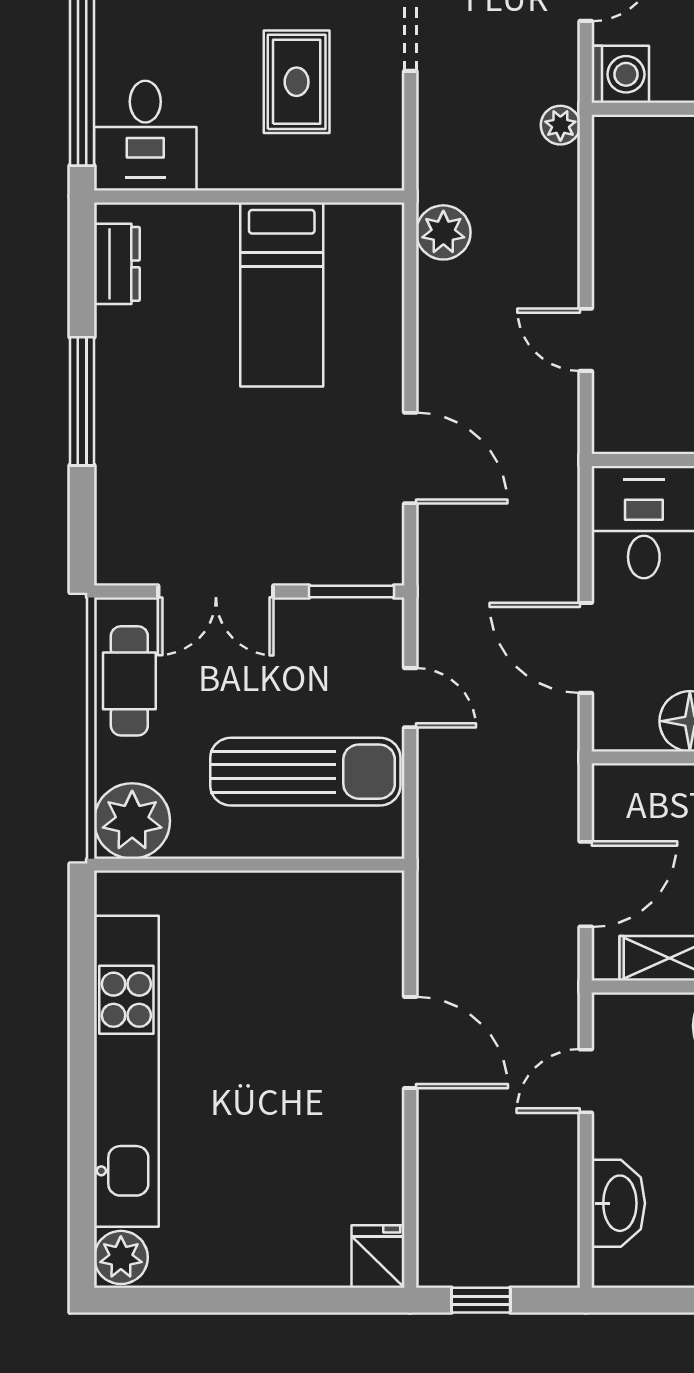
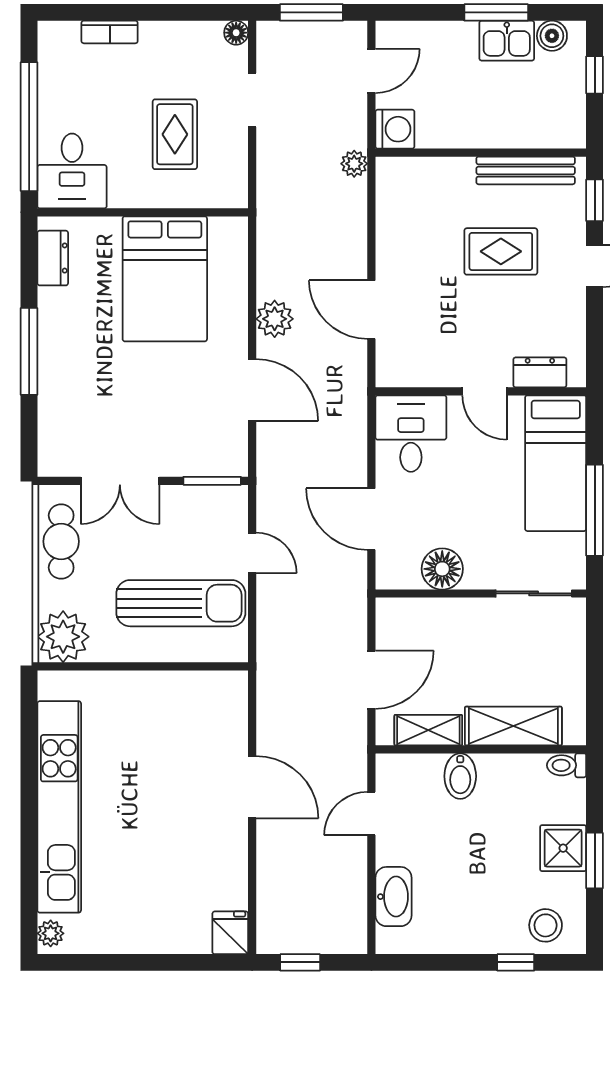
plant: (443, 232) -> (275, 319), moved
bed: (282, 294) -> (165, 279), width x1.50
door: (586, 340) -> (371, 310), width x1.38
plant: (121, 1257) -> (51, 933), width x0.73, depth x0.73

